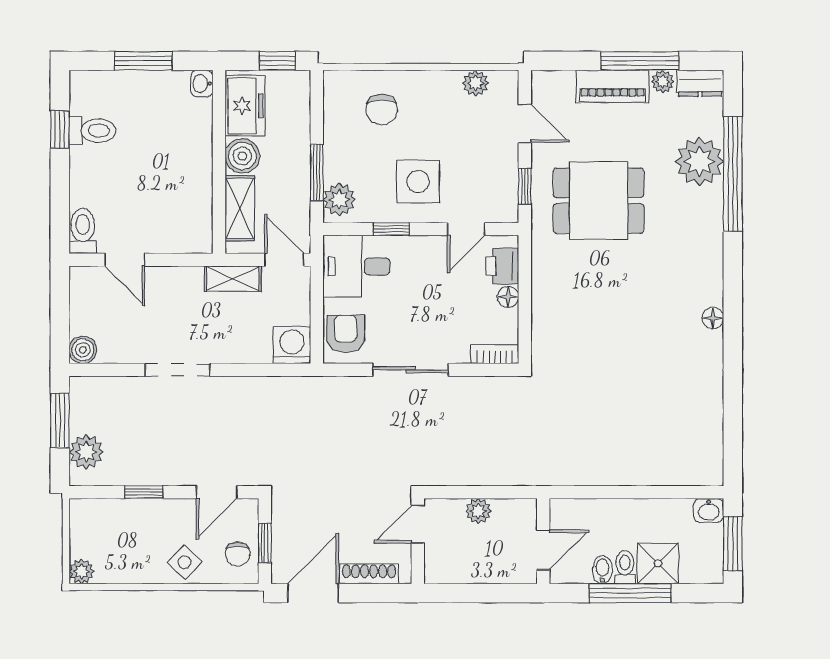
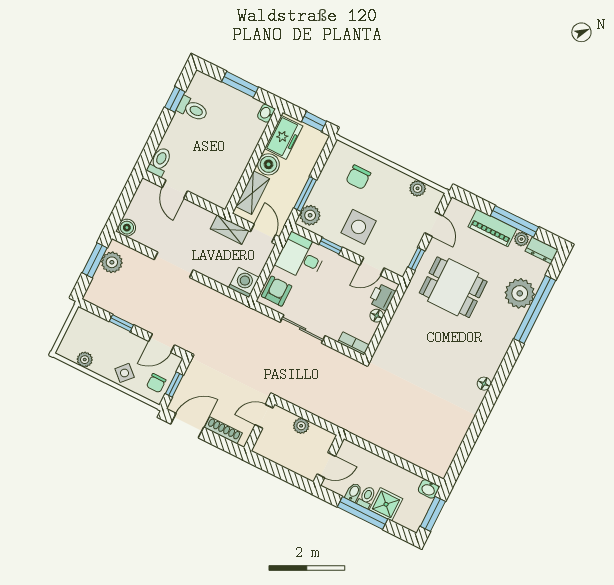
plant: (86, 452) -> (112, 262), moved
plant: (82, 571) -> (85, 360), moved

